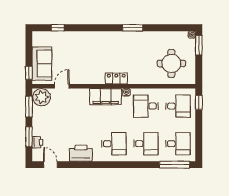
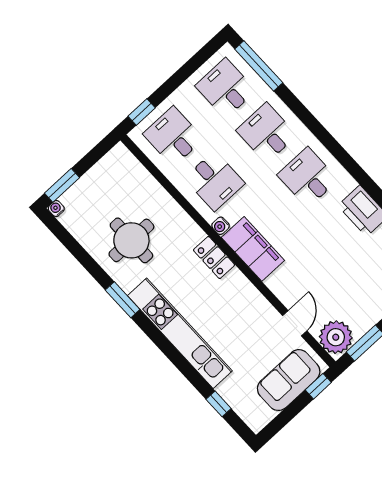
kitchen unit: (99, 38) -> (180, 333), added
round table: (171, 63) -> (131, 240), moved
door: (62, 86) -> (295, 323), swing flipped

